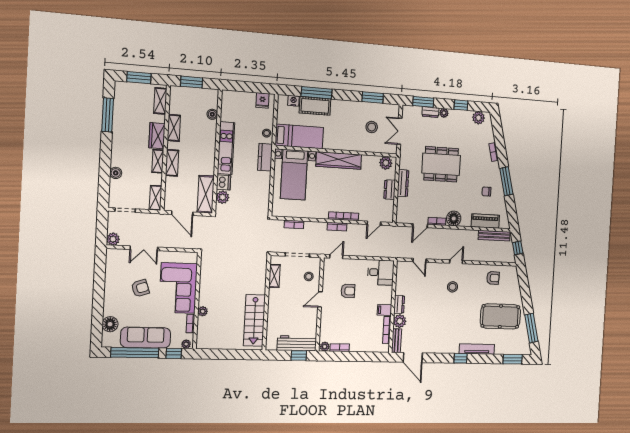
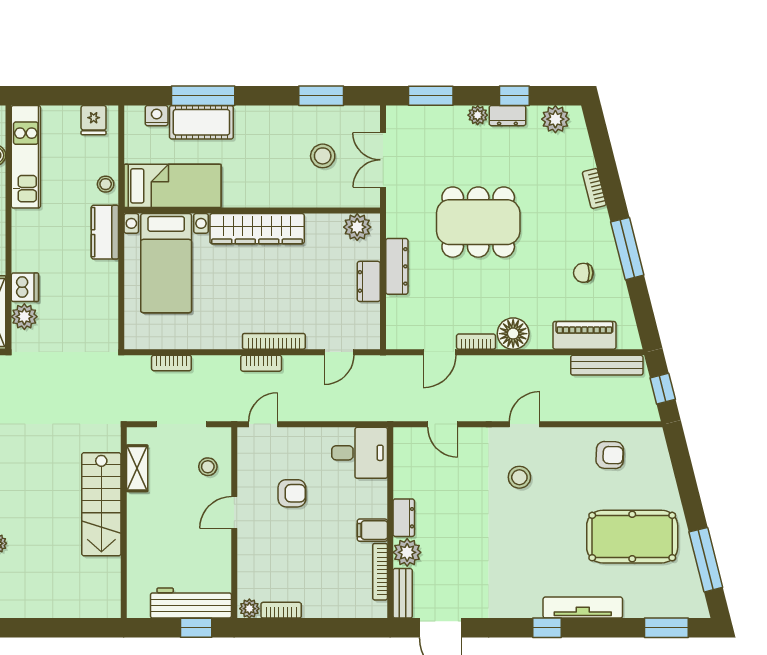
dresser: (430, 112) -> (507, 116), moved
kitchen unit: (226, 148) -> (26, 157), moved
stairs: (254, 320) -> (101, 504), moved

